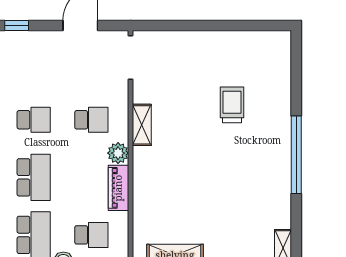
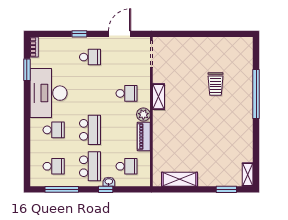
trolley: (232, 105) -> (215, 84), turned 180
school desk: (34, 120) -> (90, 57), moved
window: (296, 155) -> (256, 94), moved

